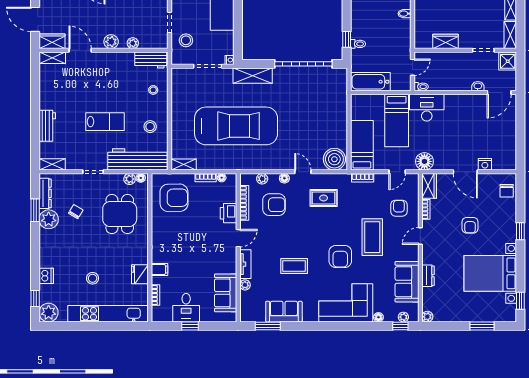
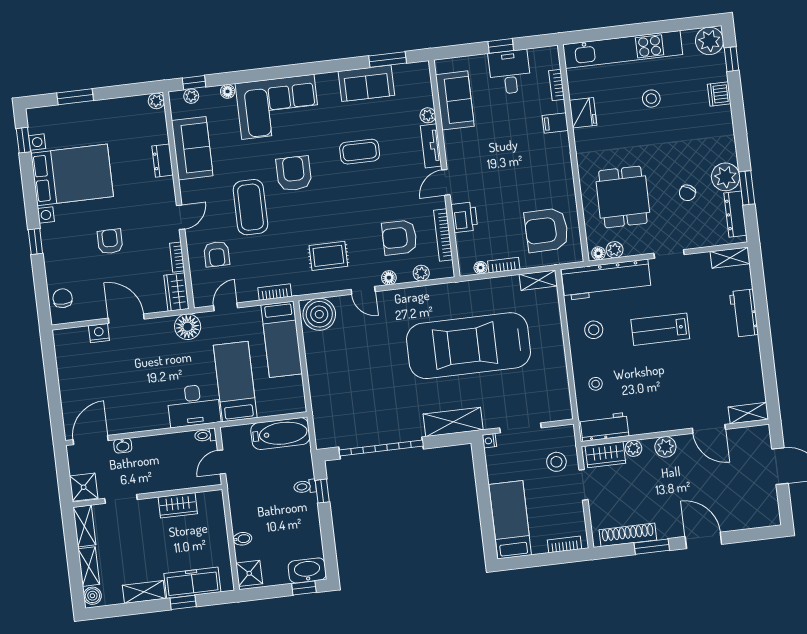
wardrobe: (52, 41) -> (605, 455), moved

